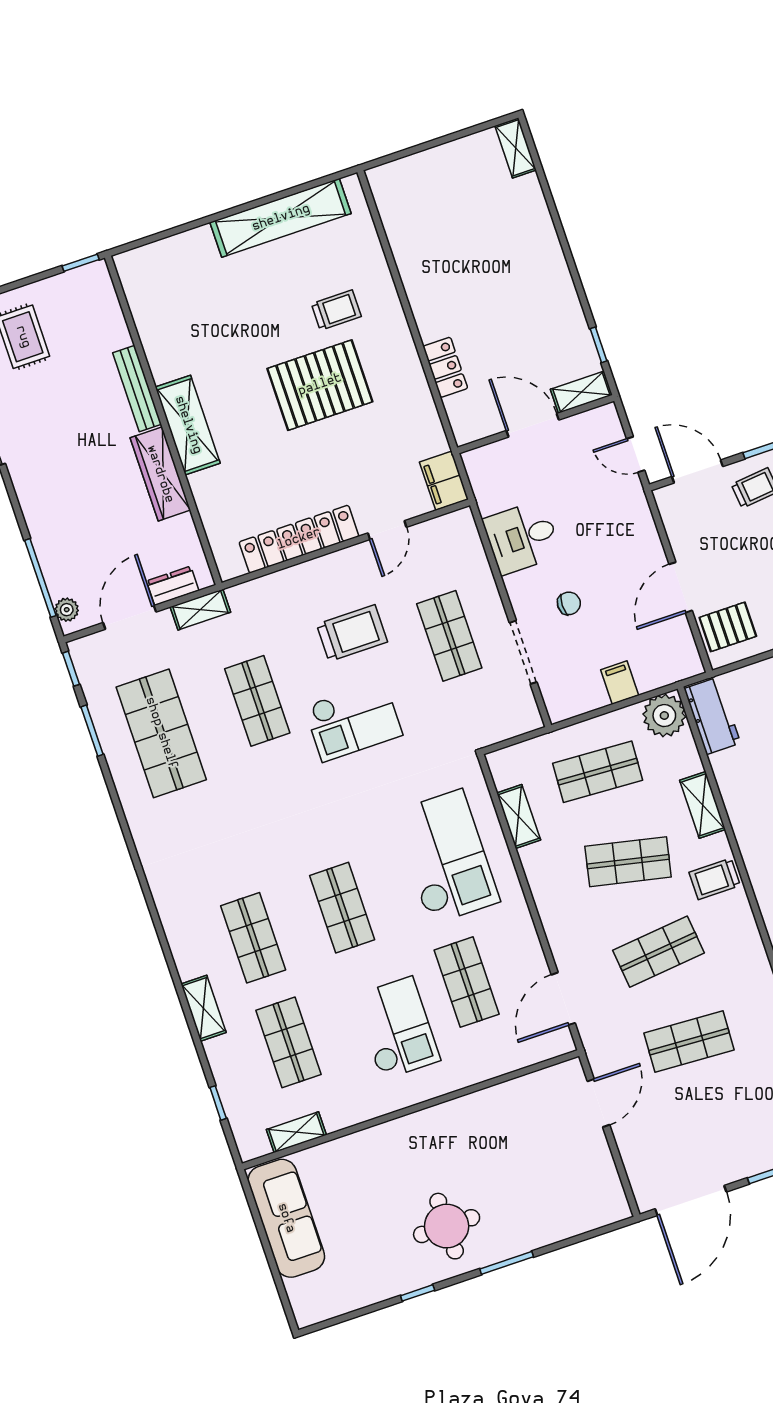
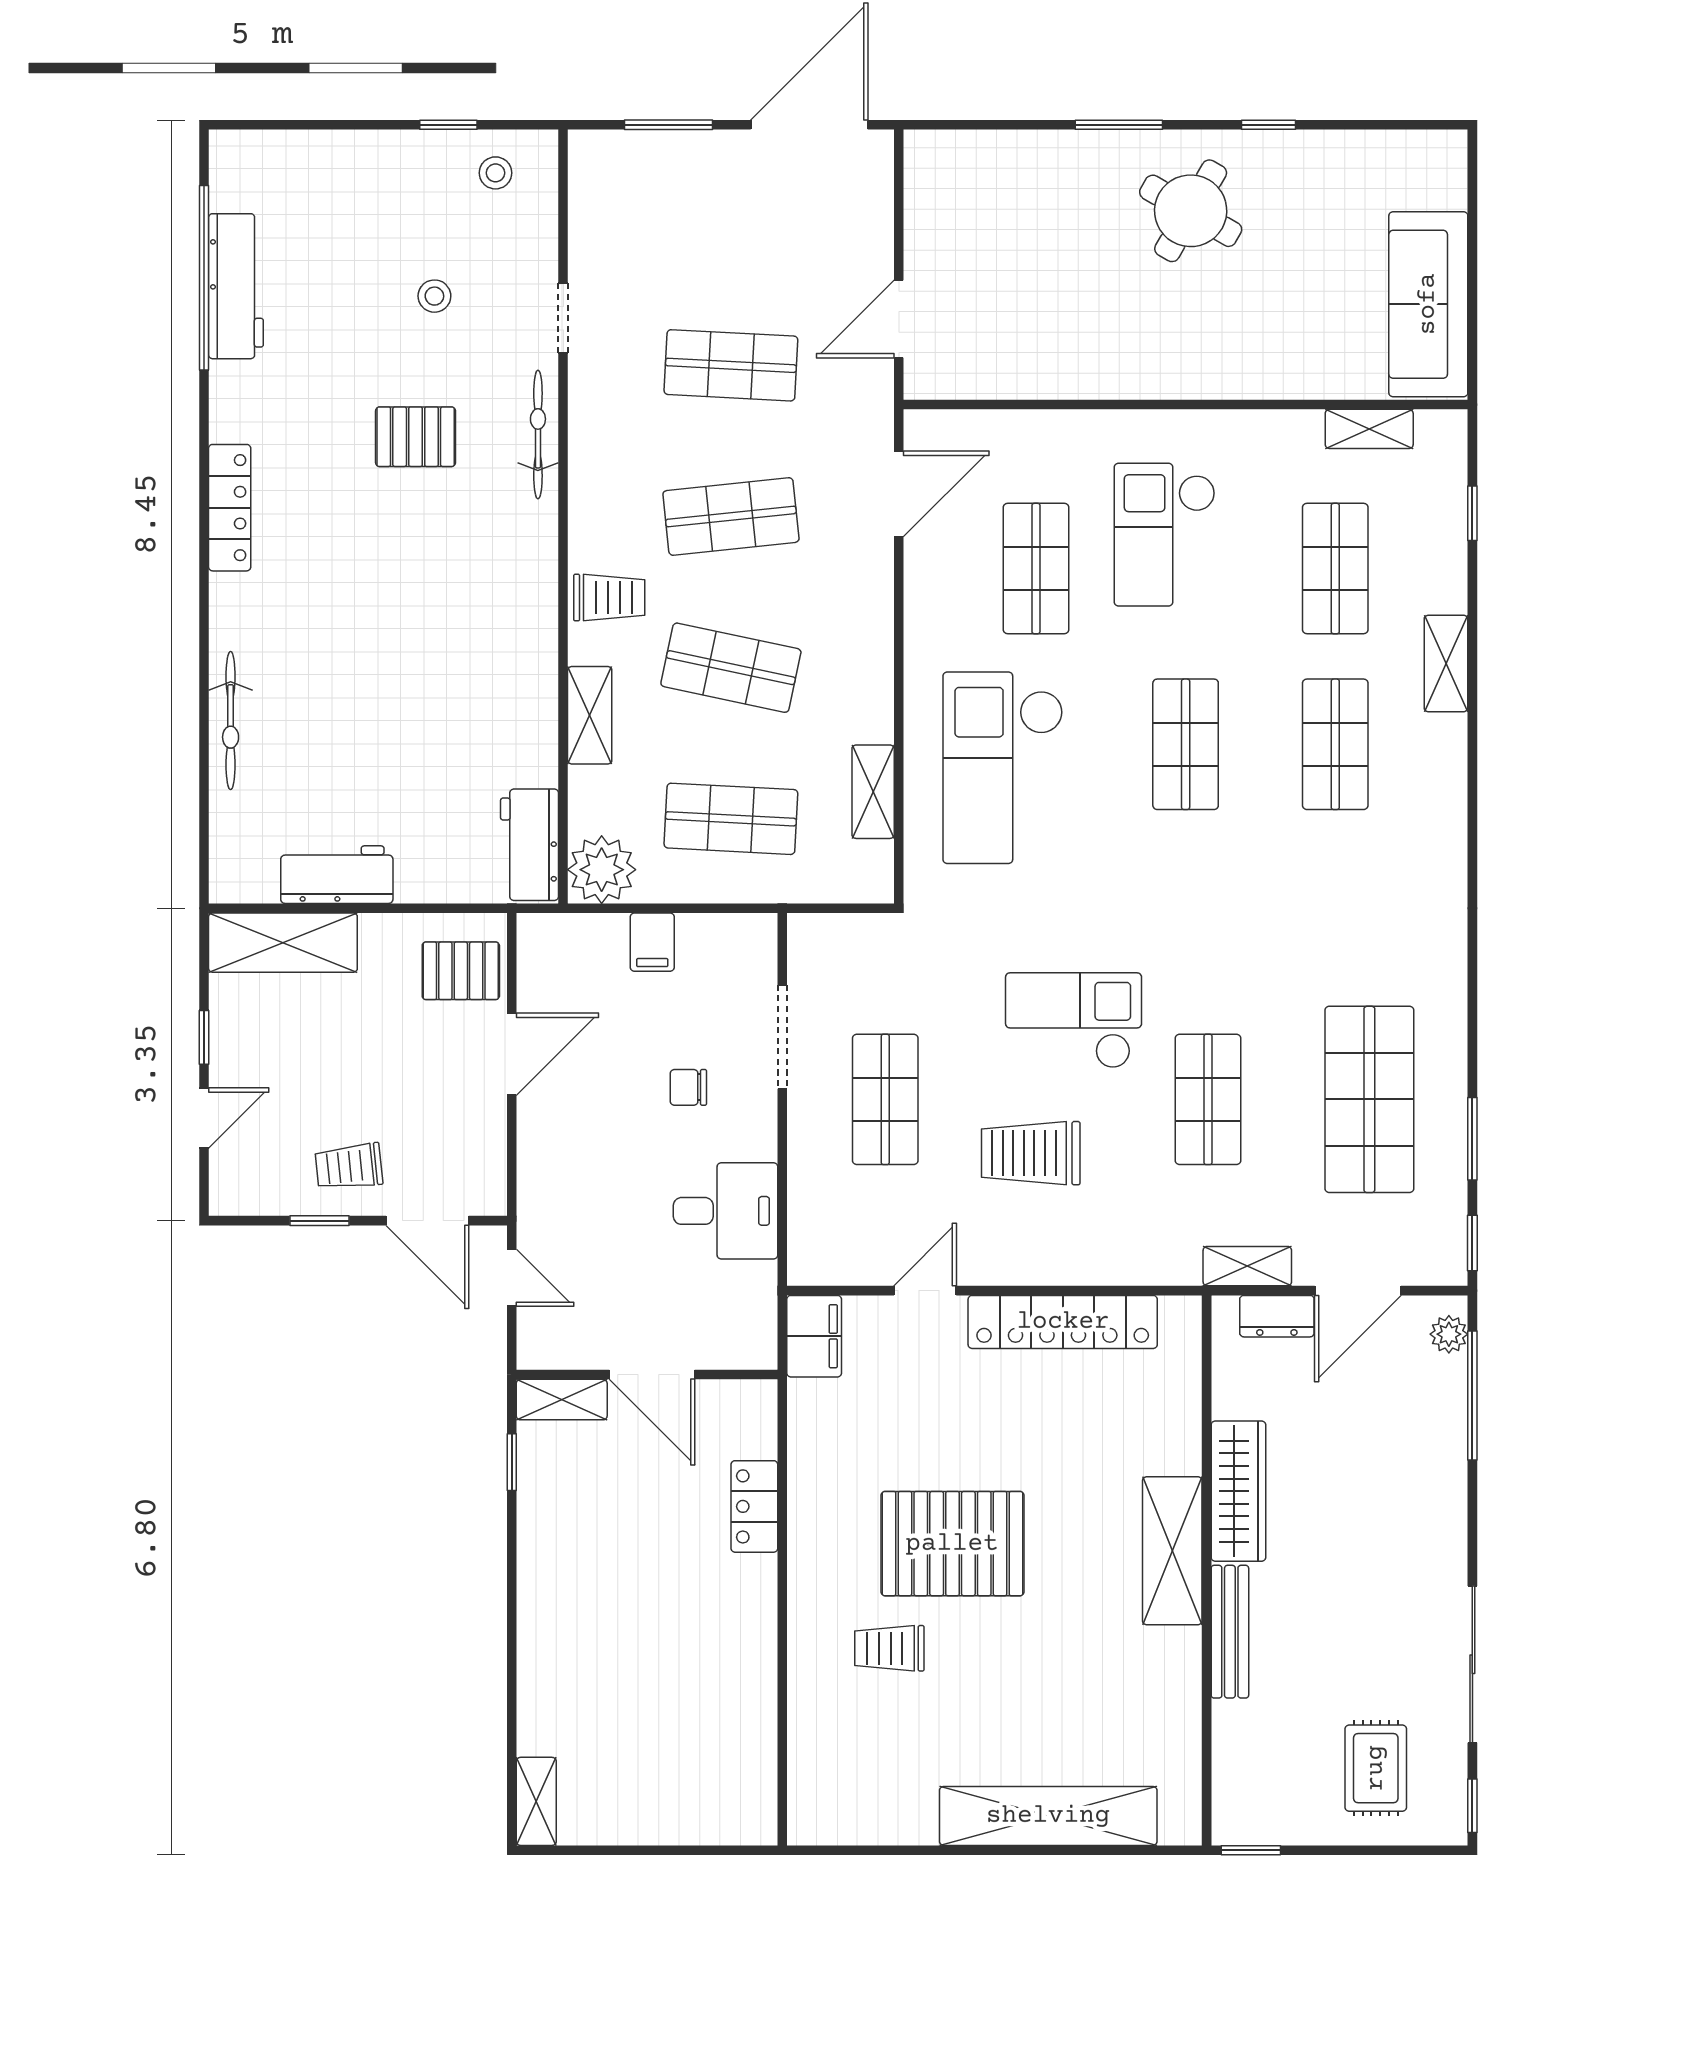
shelving: (281, 218) -> (1048, 1816), moved
round table: (447, 1226) -> (1191, 211), turned 30

